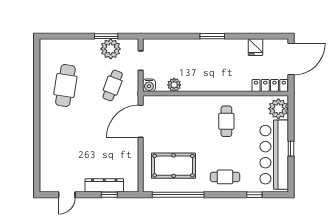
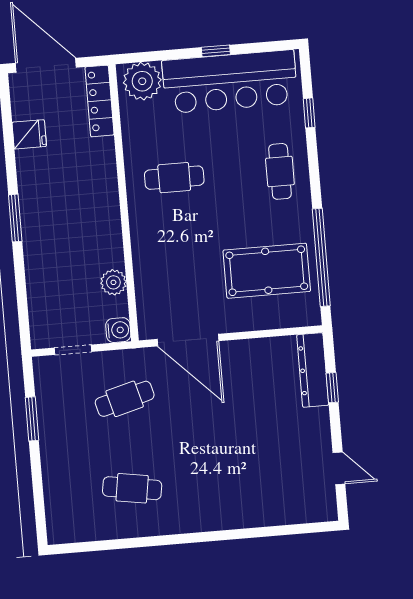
plant: (111, 49) -> (55, 409), removed
cafe table: (65, 86) -> (132, 488), width x0.73, depth x0.74
cafe table: (113, 86) -> (125, 399), turned -36
pool table: (173, 166) -> (267, 271), turned 90
dresser: (104, 185) -> (313, 370), moved

